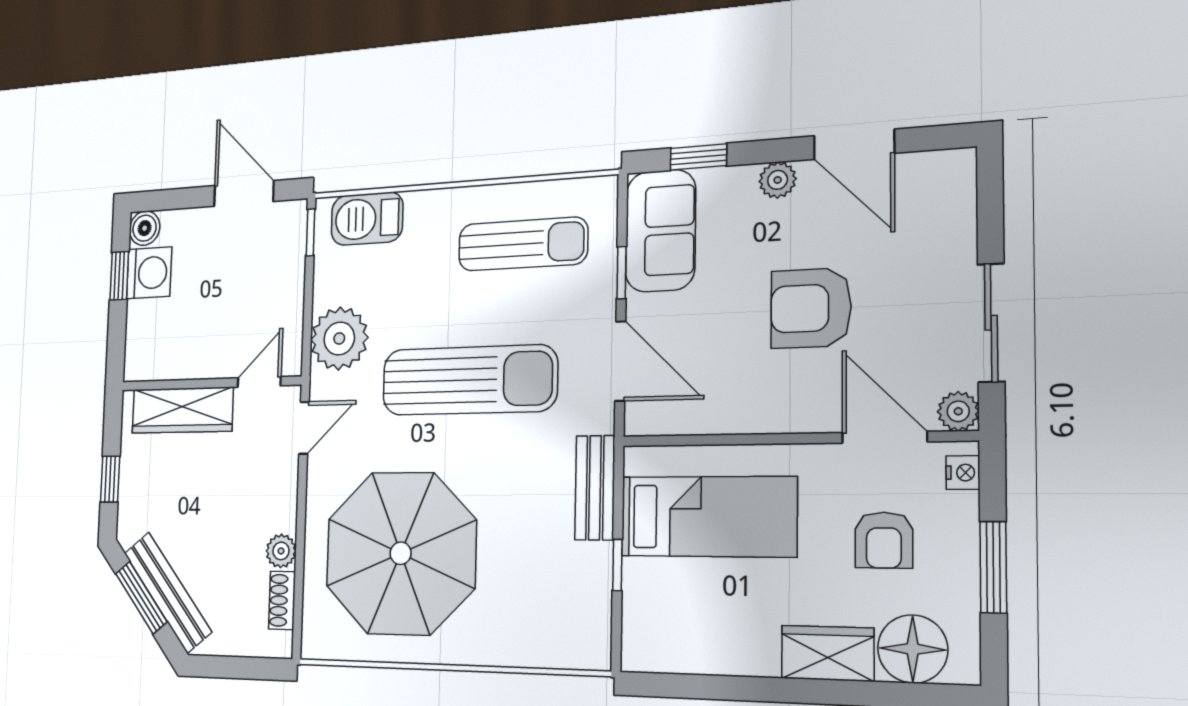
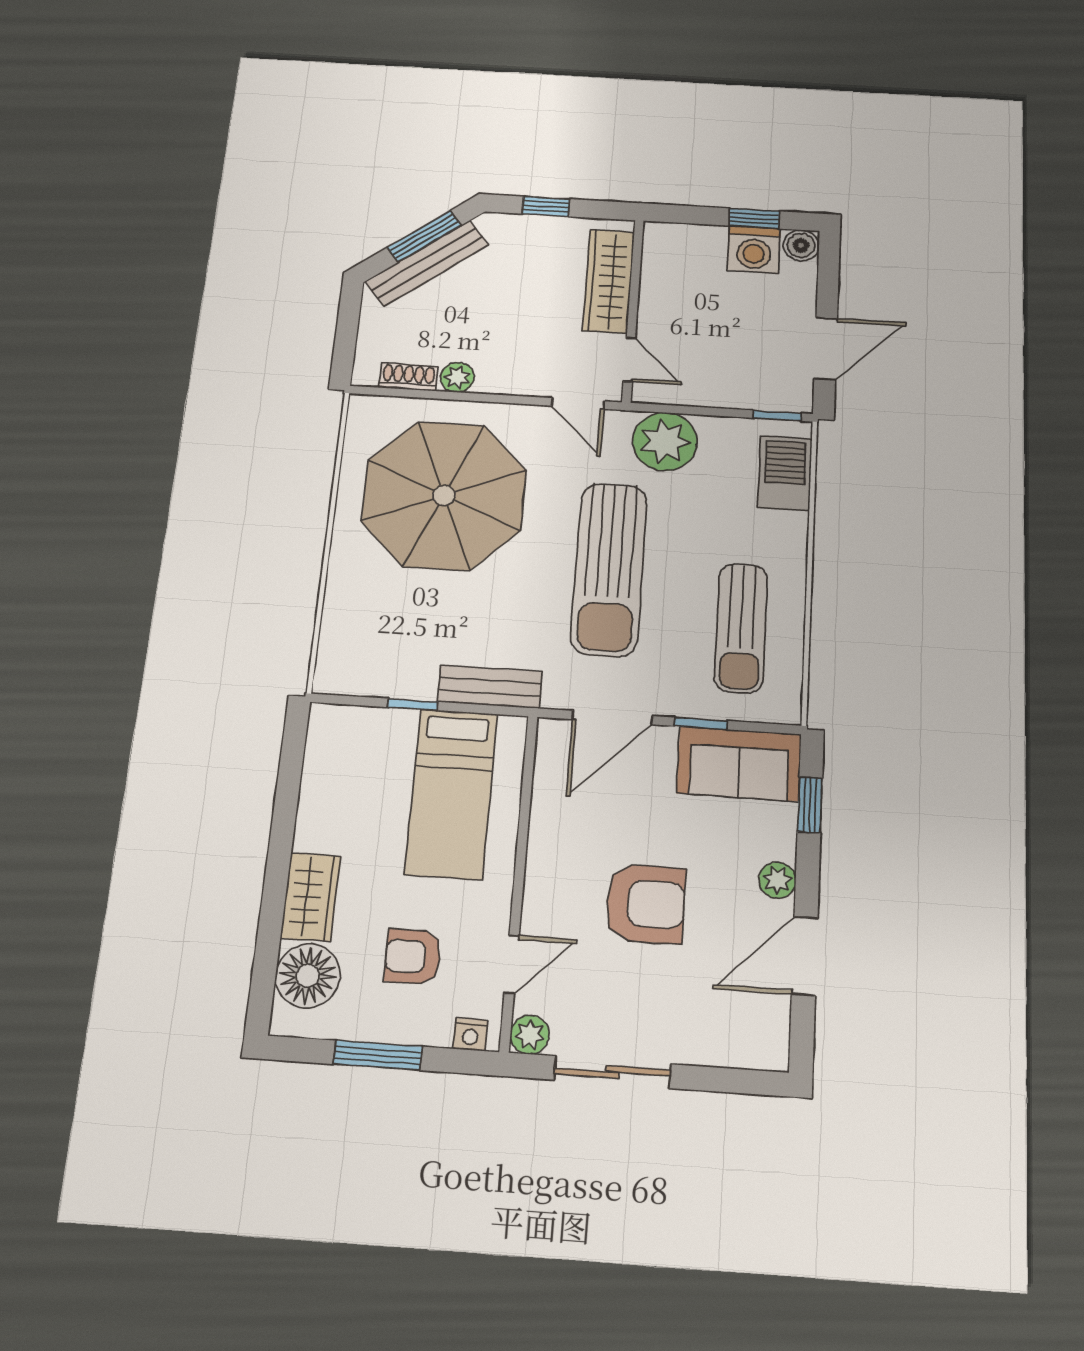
armchair: (811, 308) -> (645, 904), turned 90
door: (884, 437) -> (512, 964), width x0.73

